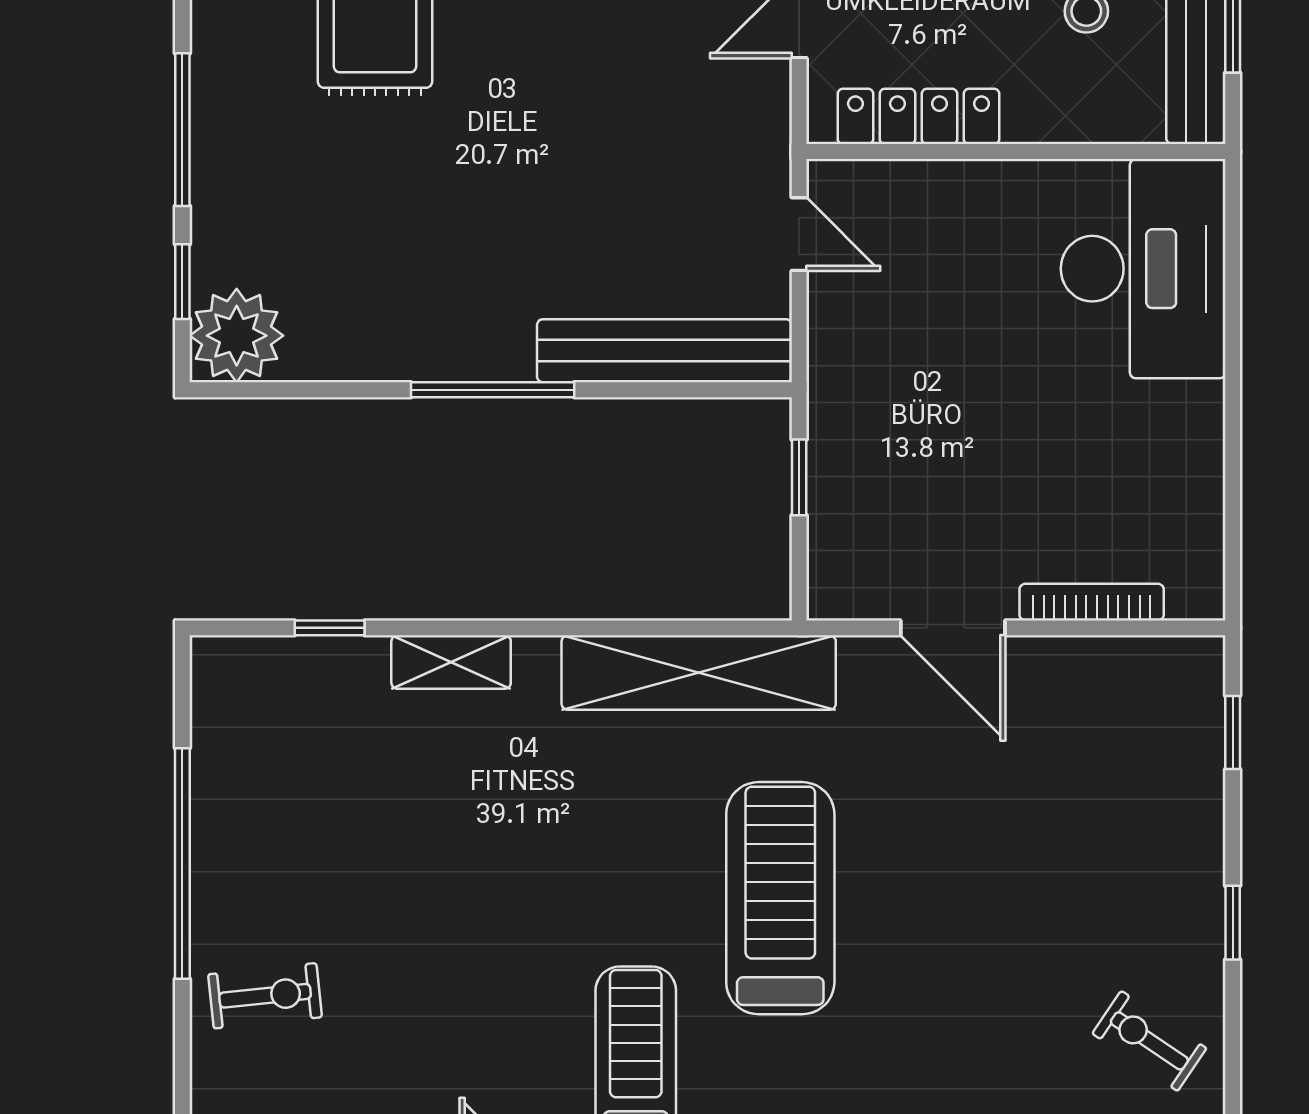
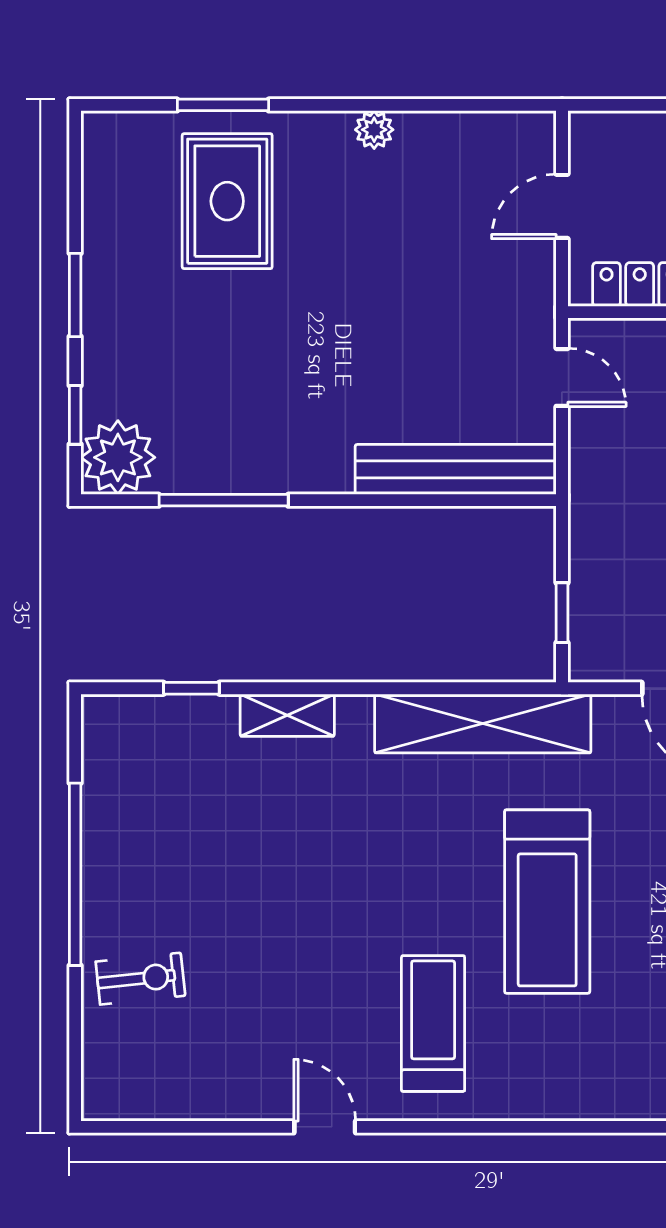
window: (182, 130) -> (75, 295), width x0.69
window: (493, 390) -> (224, 500), moved
window: (799, 477) -> (562, 613), moved
treadmill: (780, 898) -> (547, 902), turned 180

